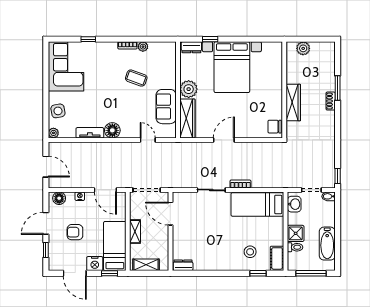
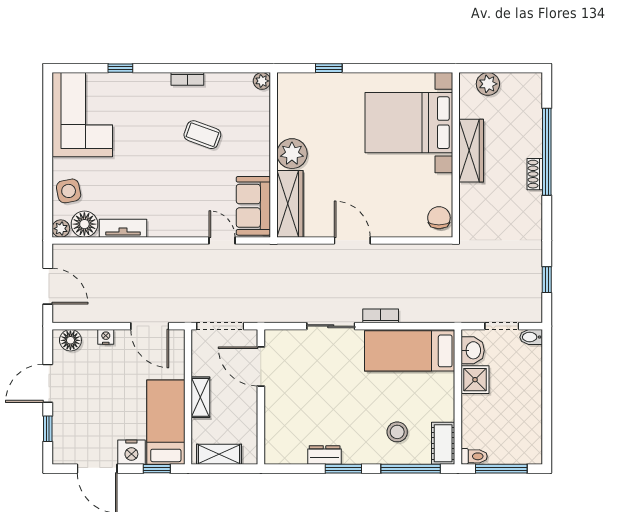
plant: (143, 47) -> (262, 81), moved
dresser: (191, 47) -> (297, 82), removed
bed with nightstands: (232, 67) -> (409, 123), moved, turned 90
window: (338, 88) -> (547, 152), width x2.11
wardrobe: (293, 103) -> (471, 151), moved
sofa: (166, 107) -> (253, 206), moved
chair: (275, 127) -> (439, 218), turned 90
floor lamp: (112, 130) -> (84, 224), moved
door: (224, 140) -> (352, 240), hinge flipped
window: (338, 176) -> (547, 280), moved
armchair: (75, 232) -> (98, 398), removed
shower: (296, 233) -> (475, 380), moved
bathtub: (327, 244) -> (529, 418), removed
toilet: (295, 247) -> (474, 456), moved
dresser: (183, 265) -> (325, 455), moved
window: (219, 273) -> (343, 469), added
window: (258, 273) -> (411, 469), width x2.17

